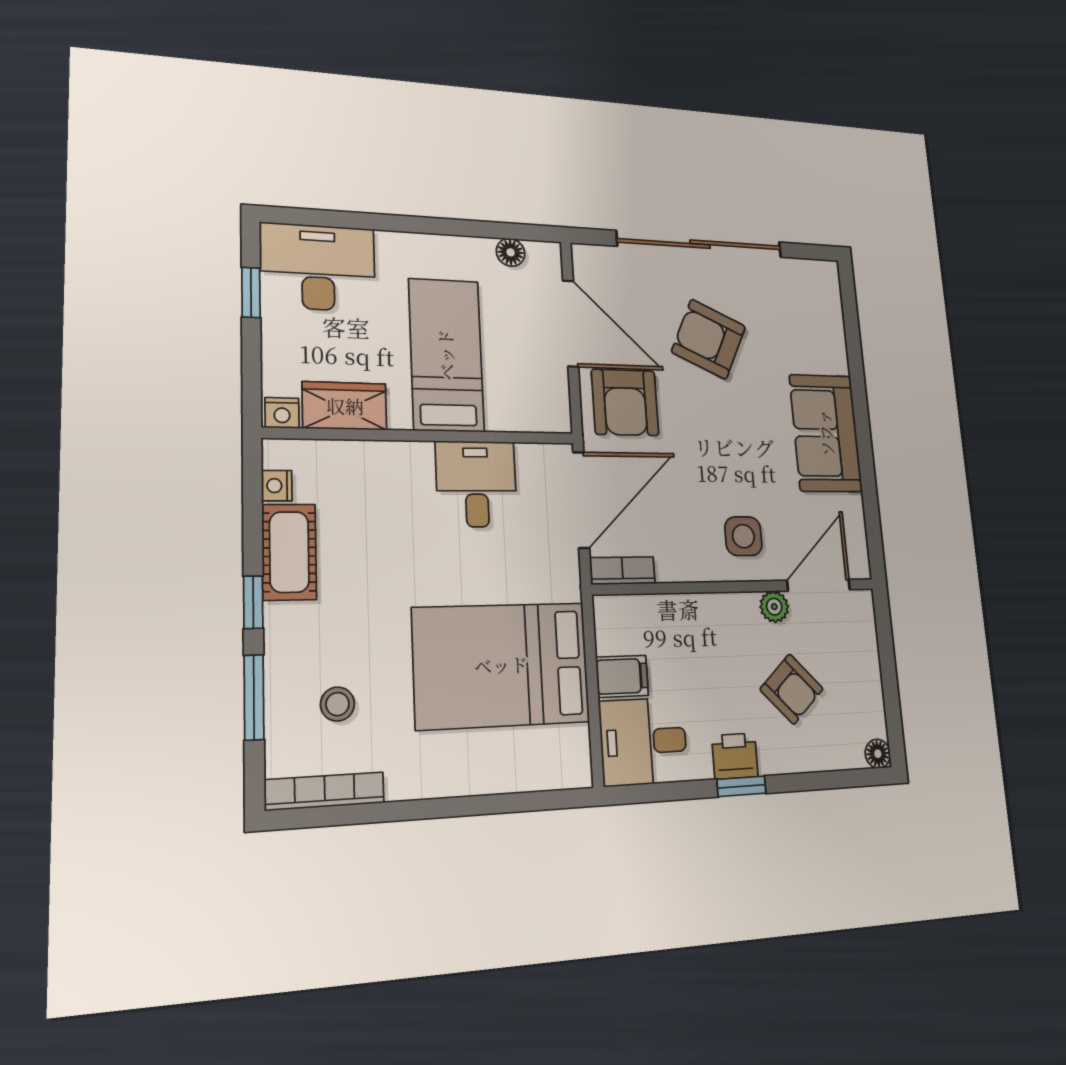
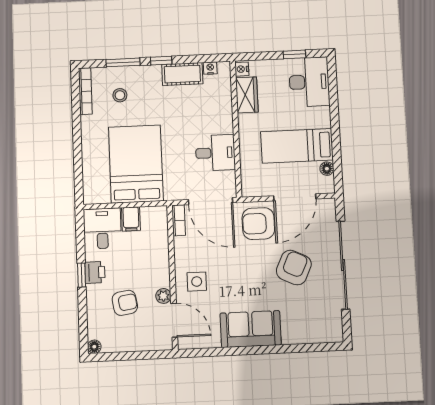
bed: (446, 355) -> (297, 146), moved, turned 180
armchair: (792, 689) -> (125, 303), turned -146

